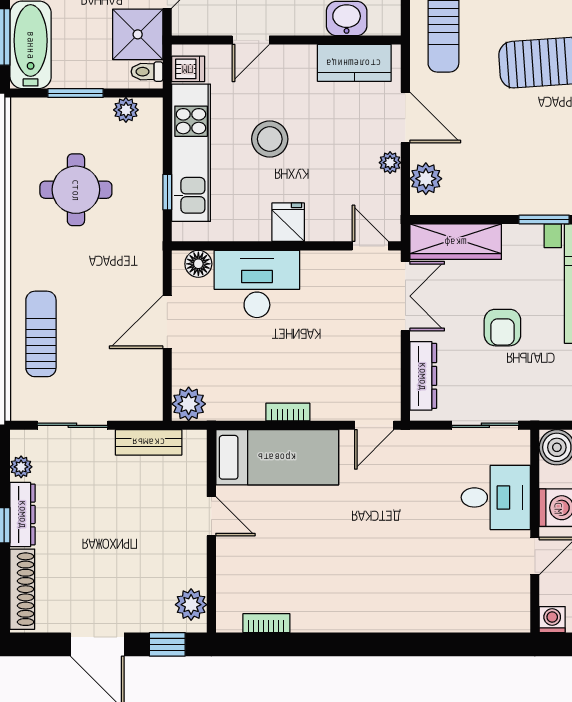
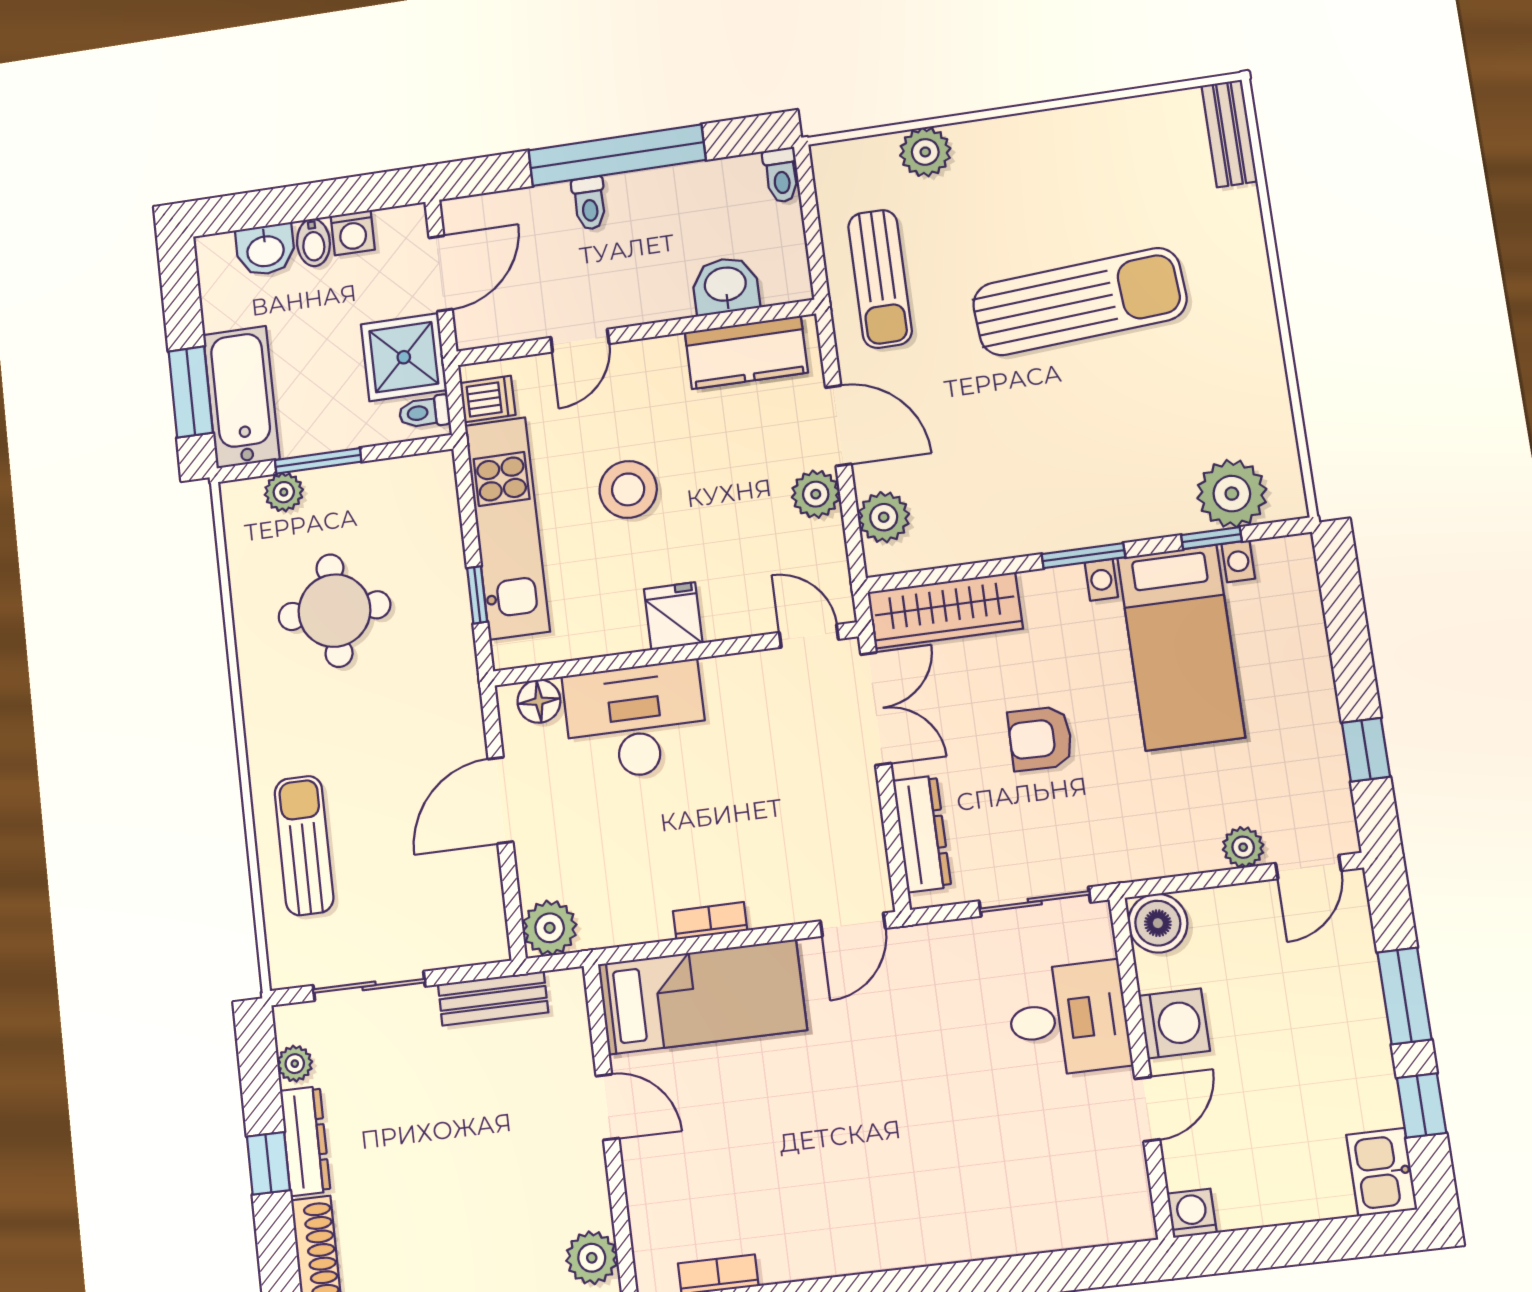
plant: (126, 110) -> (284, 492), moved
plant: (390, 163) -> (816, 494), width x1.38, depth x1.38
armchair: (502, 328) -> (1040, 739), turned 91

